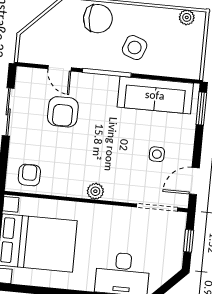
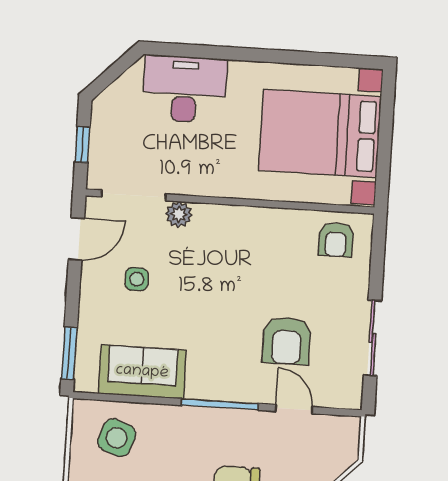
side table: (135, 48) -> (117, 438), moved
sofa: (155, 95) -> (142, 372), width x0.73
armchair: (63, 112) -> (287, 341), turned 180
plant: (95, 191) -> (179, 214), moved

